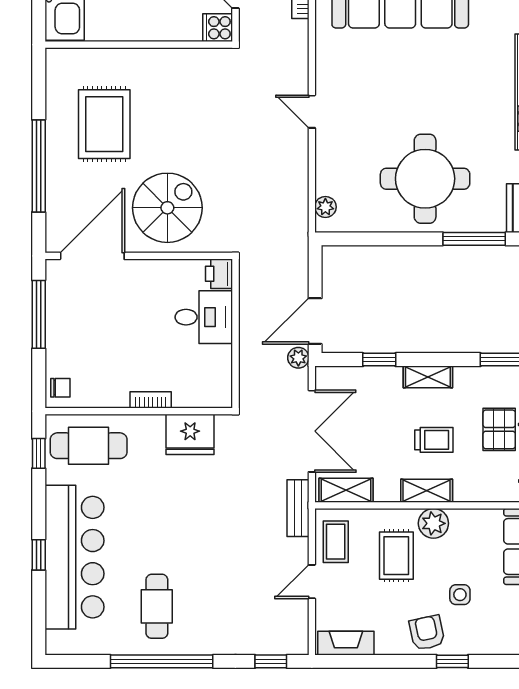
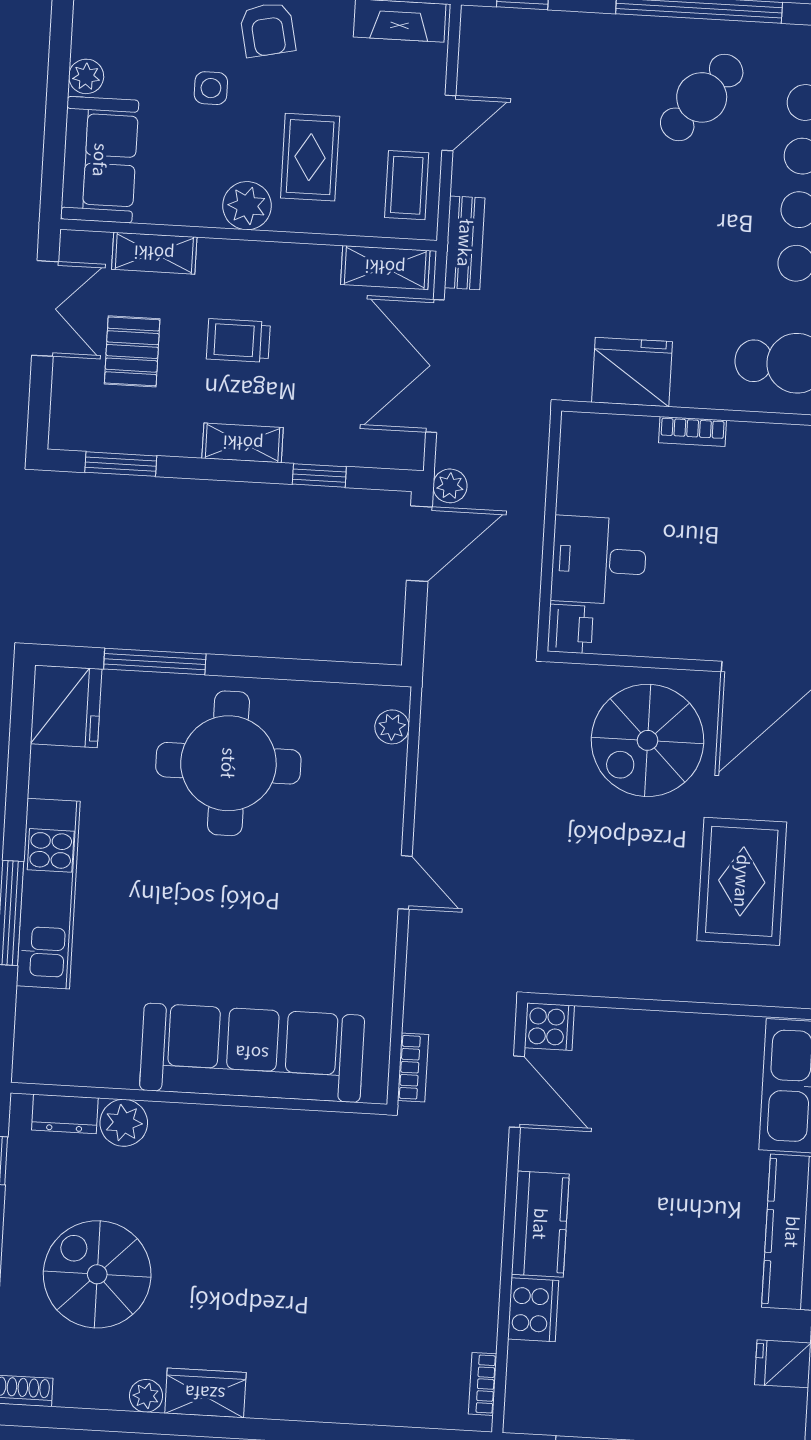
shelving: (427, 491) -> (154, 253), moved
cafe table: (157, 606) -> (702, 97), turned 39

